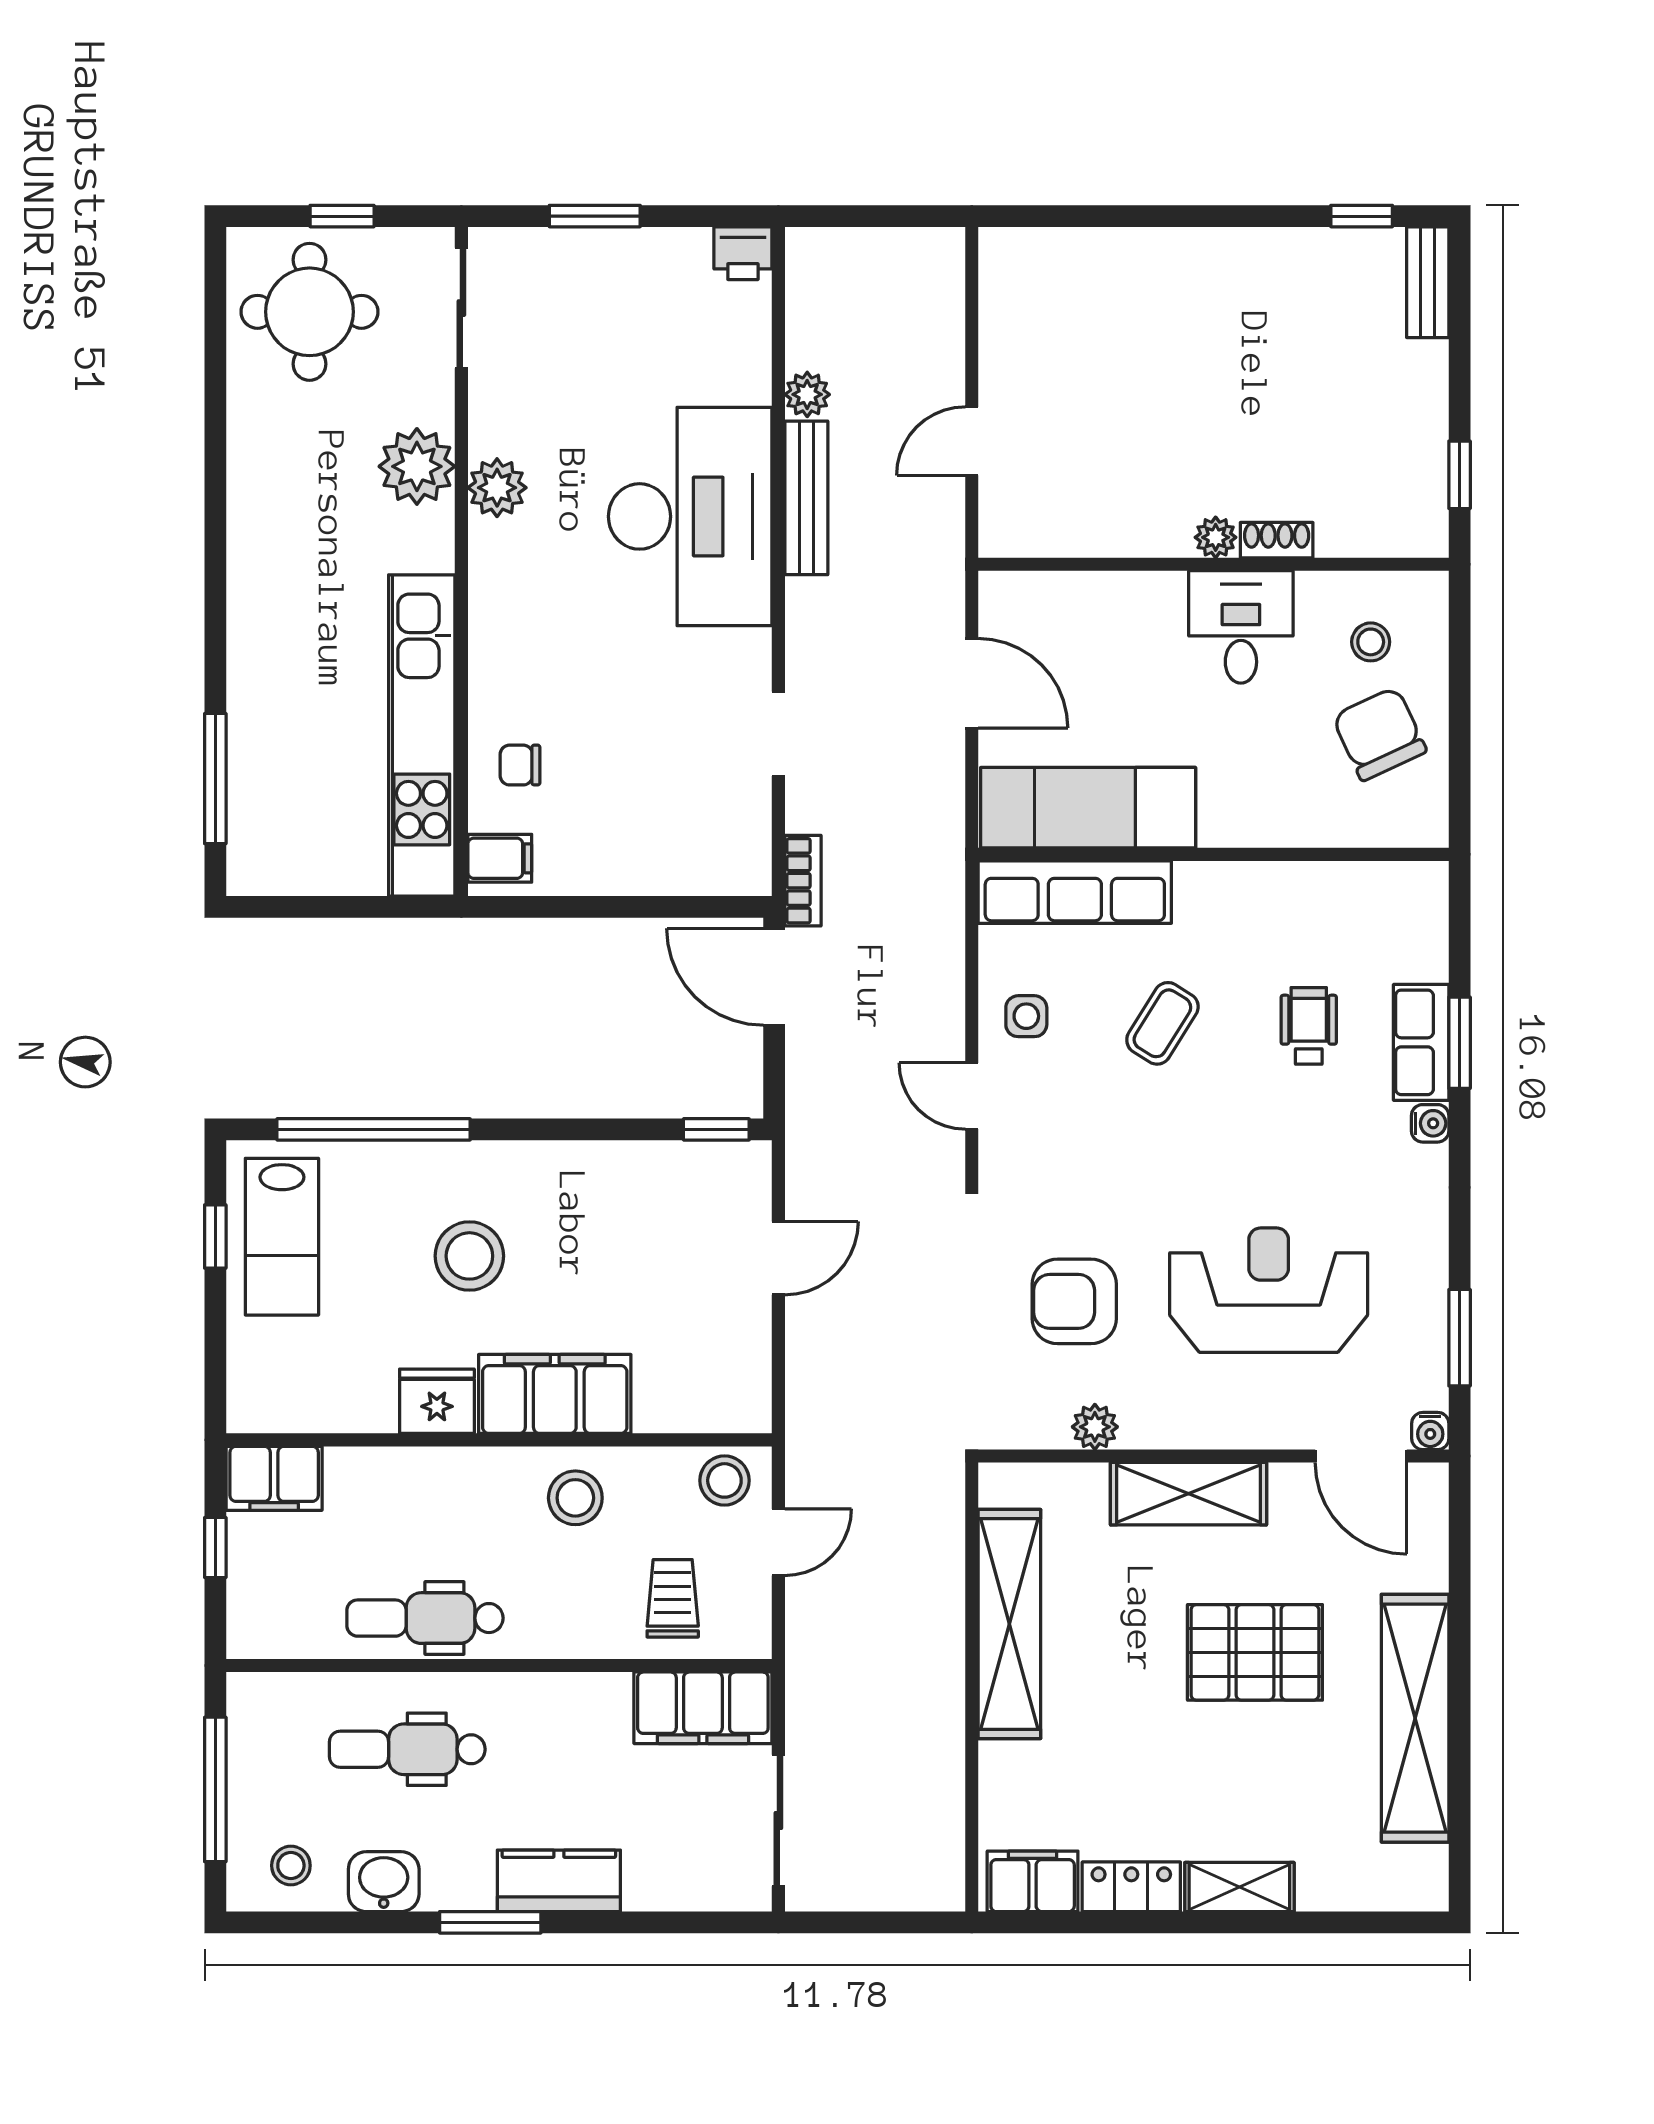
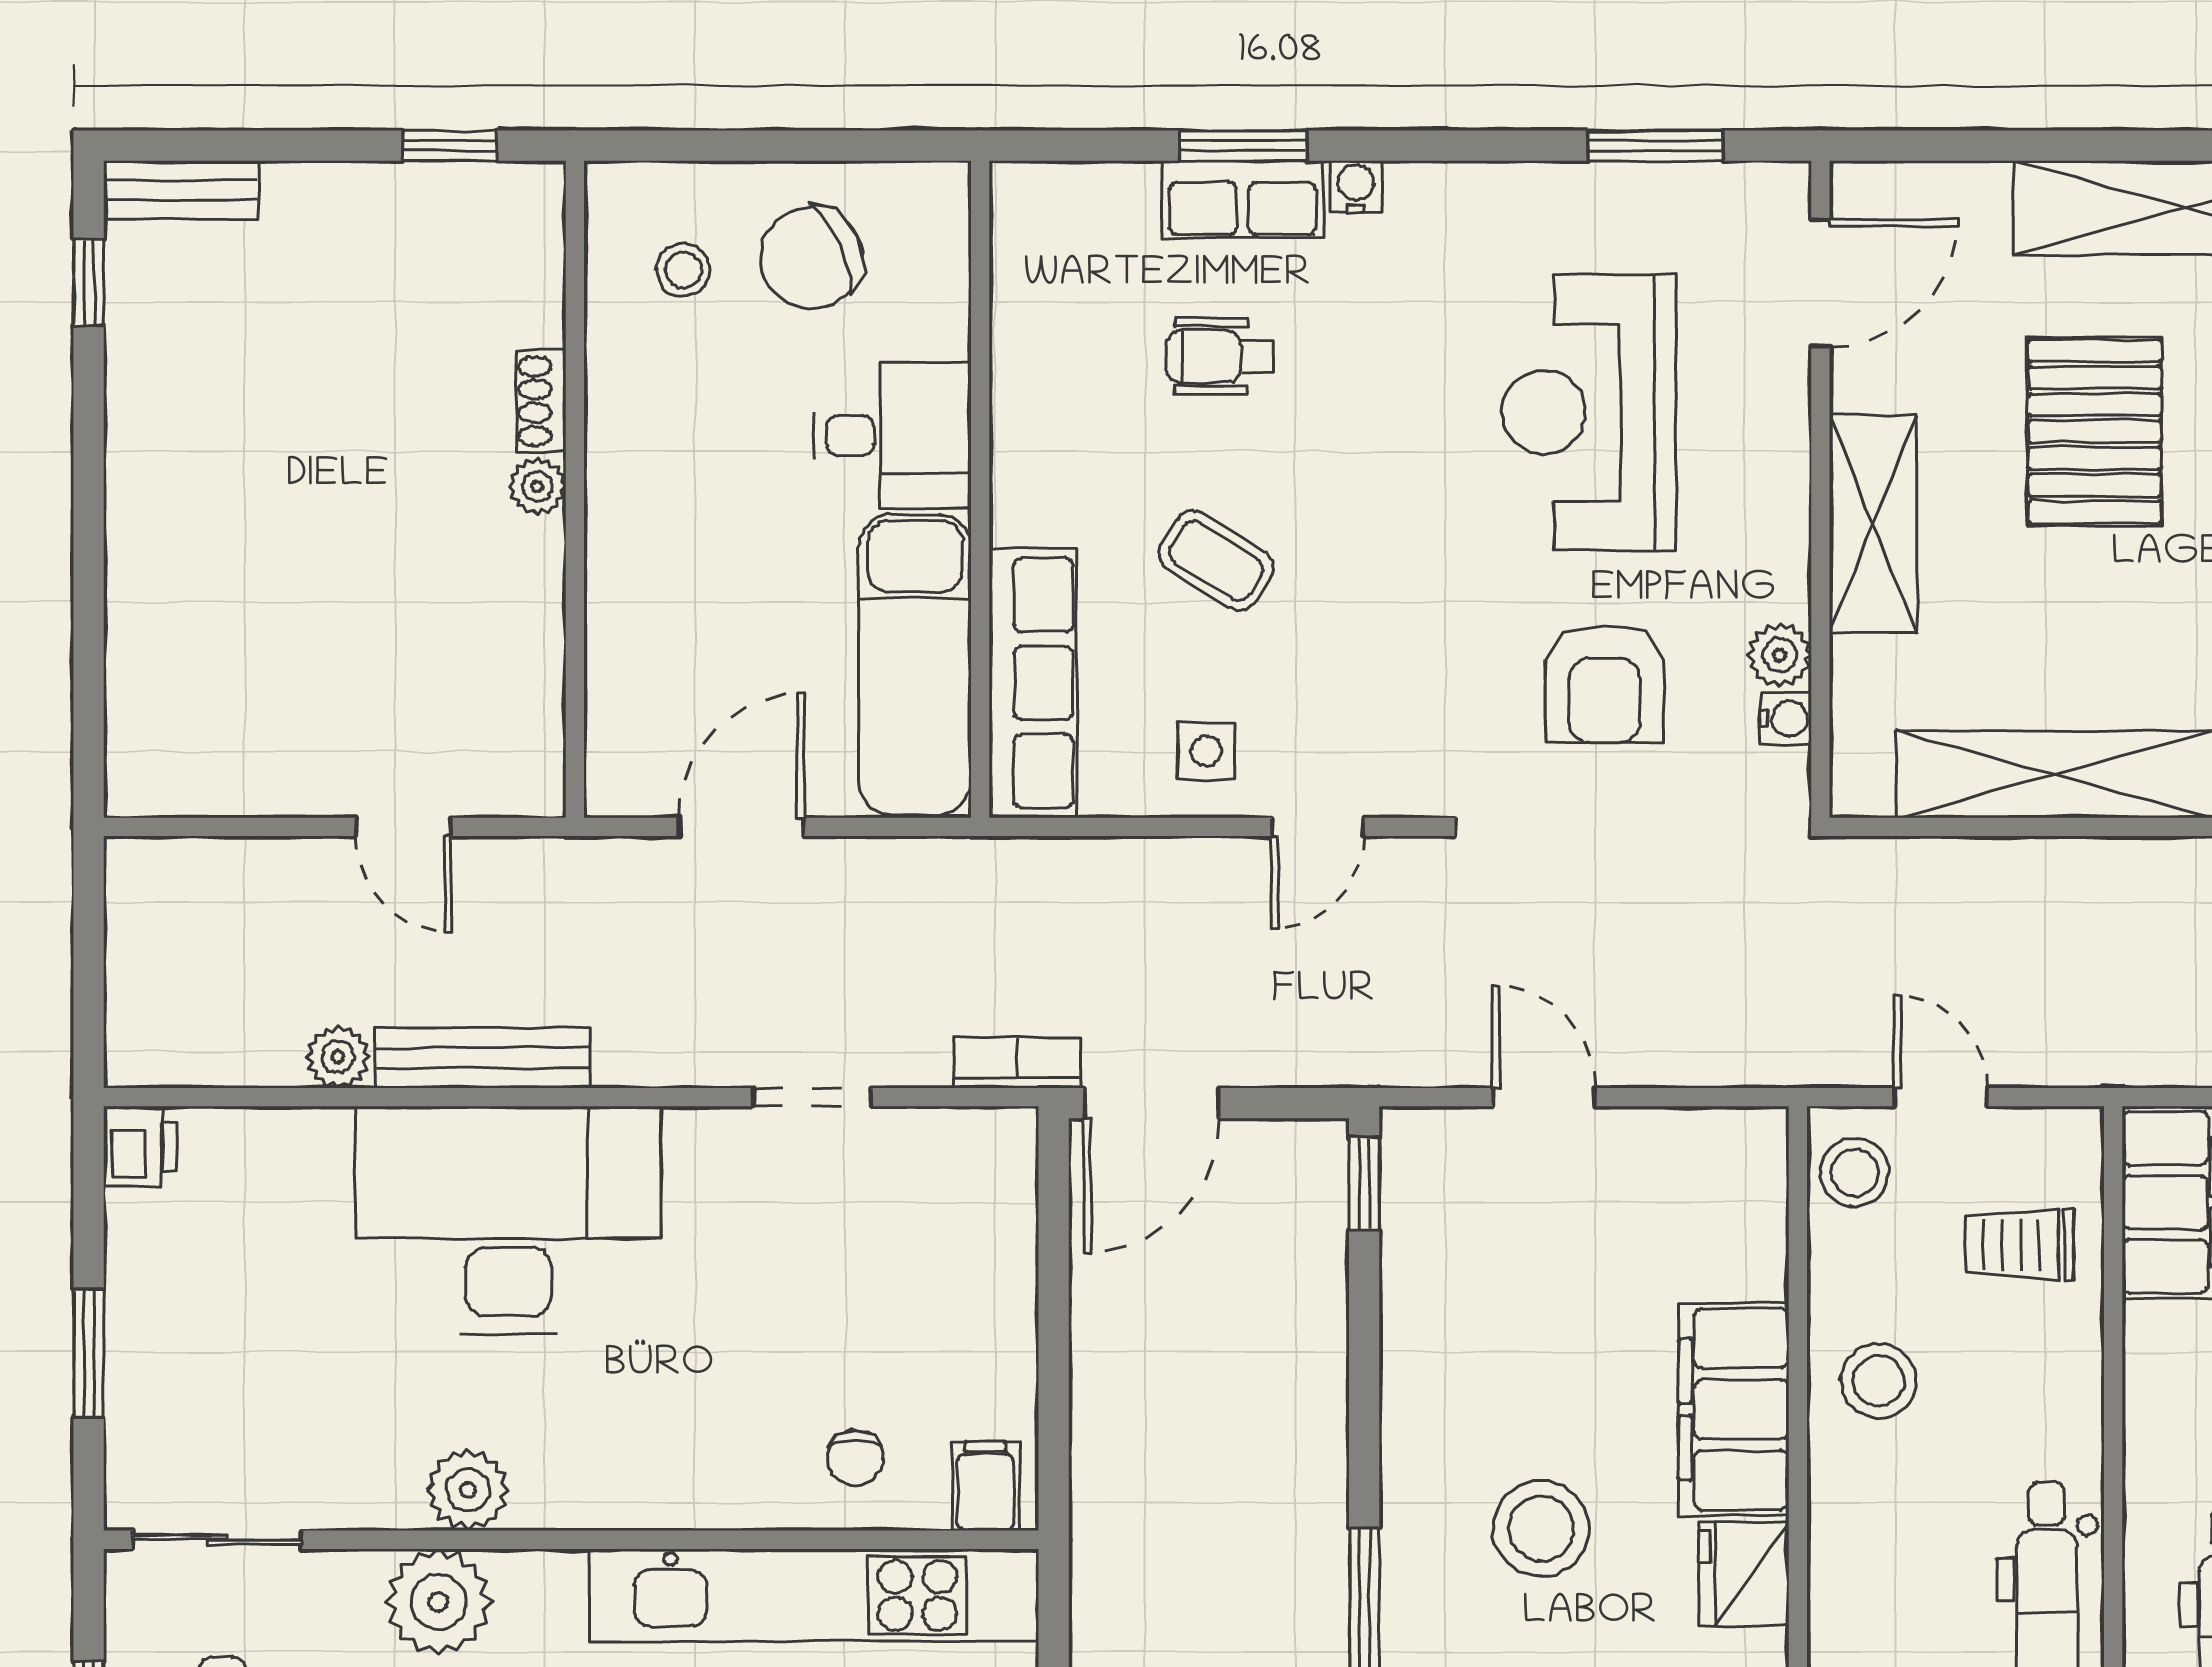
desk: (1241, 627) -> (893, 435), moved, turned 180
water cooler: (1430, 1431) -> (1785, 719), moved

